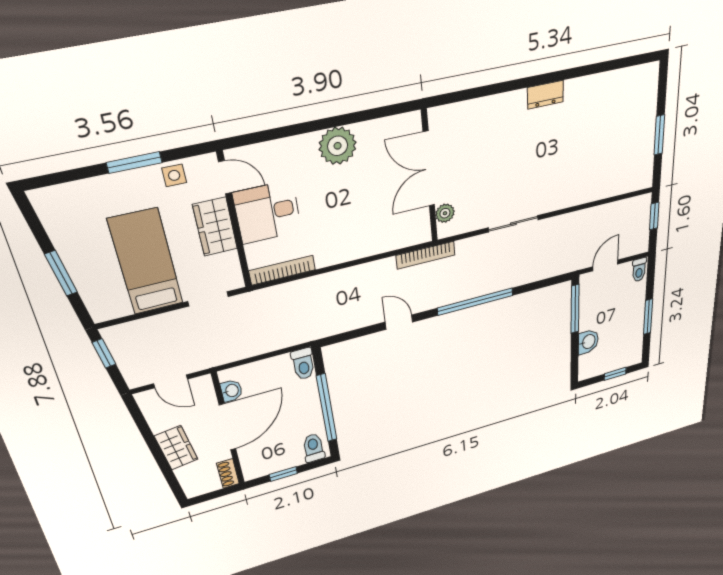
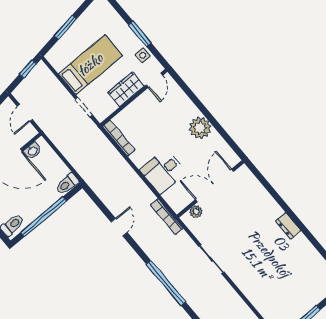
desk: (268, 212) -> (163, 171), moved, turned -90
window: (475, 302) -> (166, 283), moved

